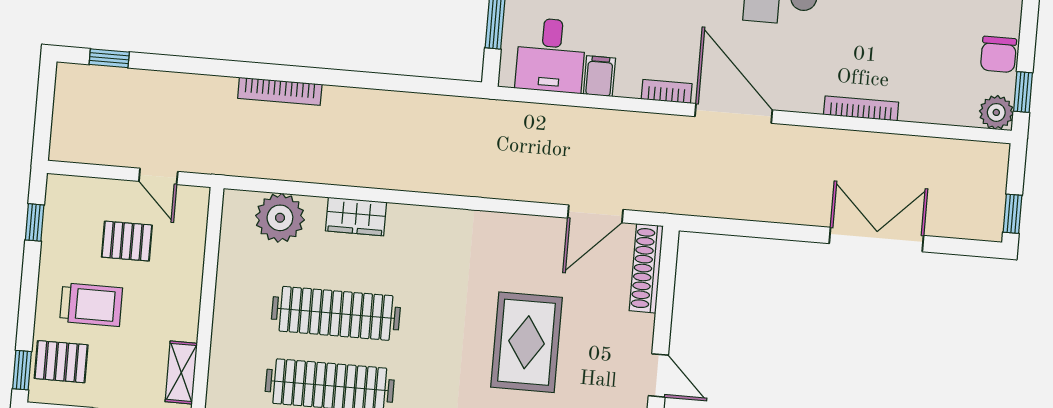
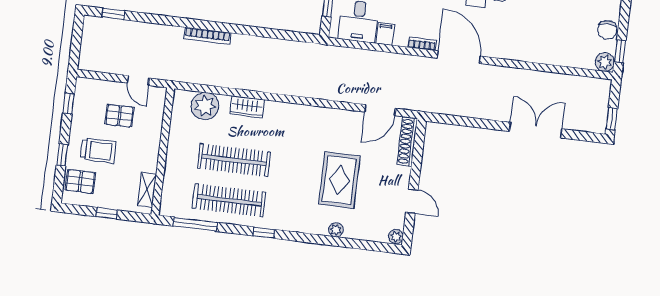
bookcase: (861, 108) -> (530, 57), removed
window: (22, 370) -> (62, 155), moved

